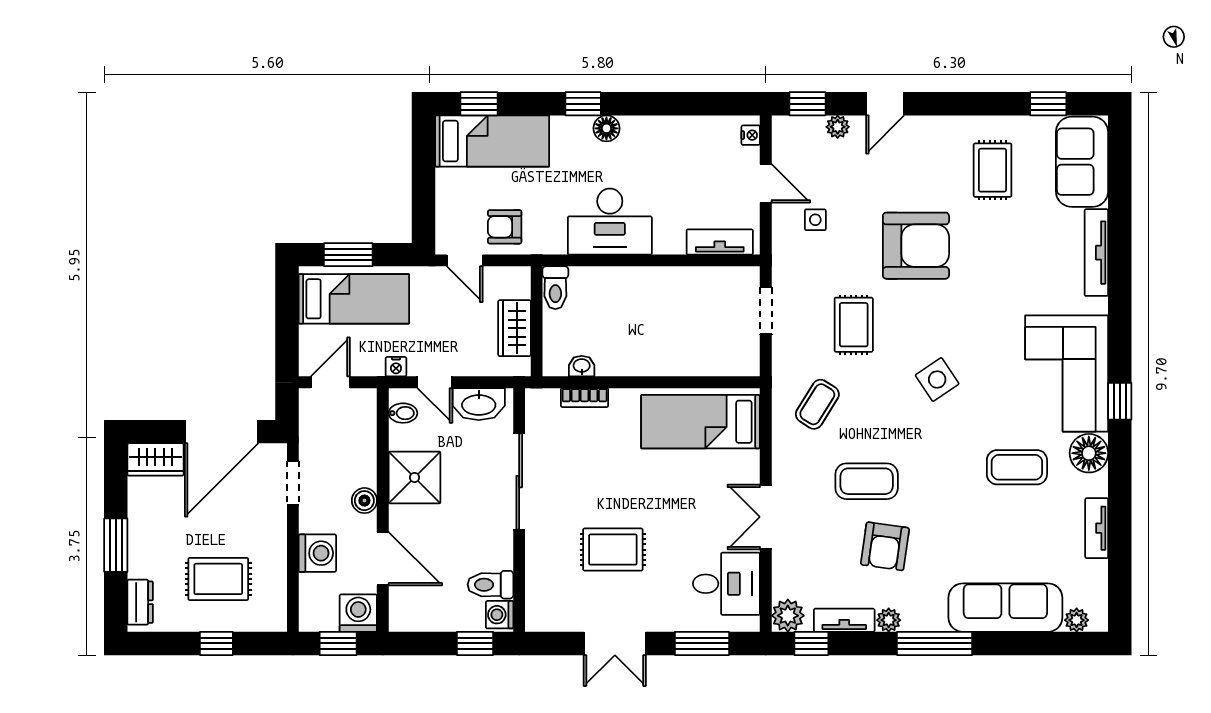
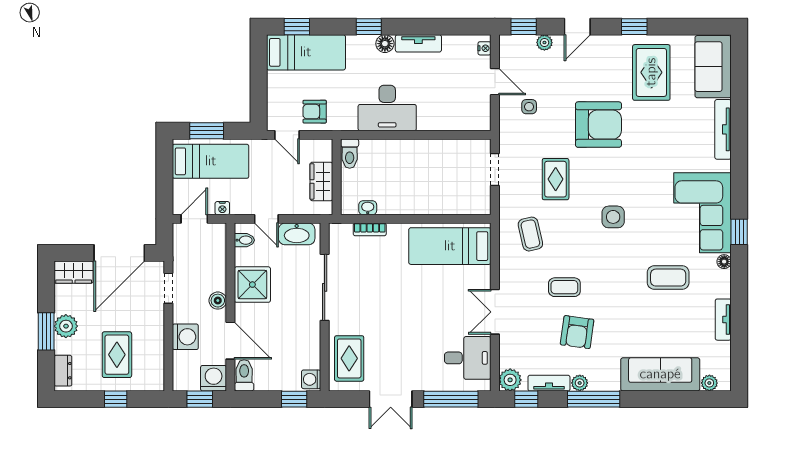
window: (1048, 104) -> (634, 27), moved
rug: (993, 170) -> (651, 72), width x1.36, depth x1.43
tv unit: (720, 242) -> (418, 43), moved, turned 180
nightstand: (396, 367) -> (222, 208), moved
side table: (937, 380) -> (613, 217), turned 34
coffee table: (817, 404) -> (530, 234), turned -45
floor lamp: (1089, 453) -> (724, 262), width x0.53, depth x0.53
coffee table: (867, 481) -> (564, 287), width x0.73, depth x0.77
plant: (144, 538) -> (66, 326), added
rug: (613, 550) -> (349, 358), moved, turned 90
rug: (218, 579) -> (117, 355), turned 90
toilet: (490, 585) -> (244, 375), moved, turned 90
window: (702, 643) -> (451, 399), width x1.44
window: (935, 643) -> (594, 399), moved

